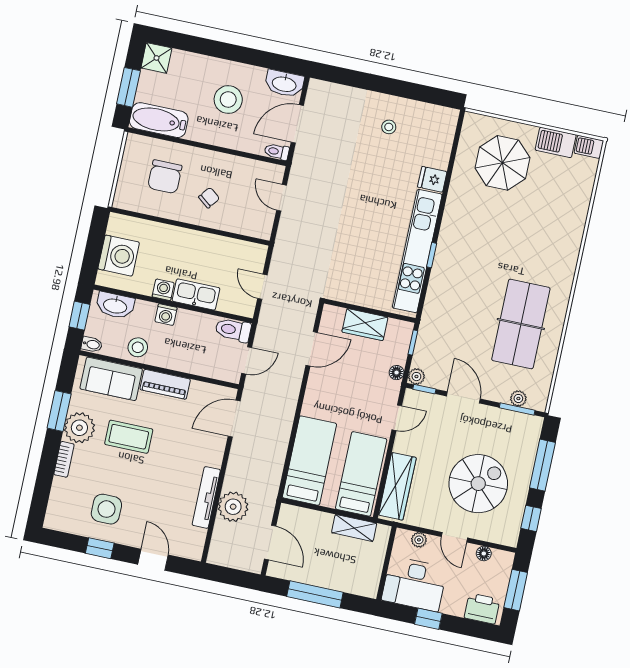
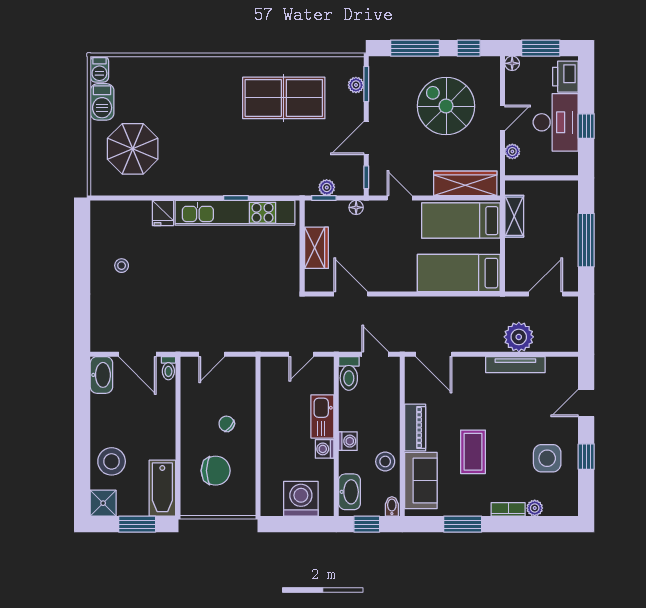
stool: (228, 100) -> (112, 461), moved
plant: (416, 377) -> (327, 187), moved
plant: (79, 428) -> (535, 508), moved, width x0.53, depth x0.53
floor lamp: (484, 554) -> (512, 63), moved
desk: (414, 584) -> (556, 122), moved

